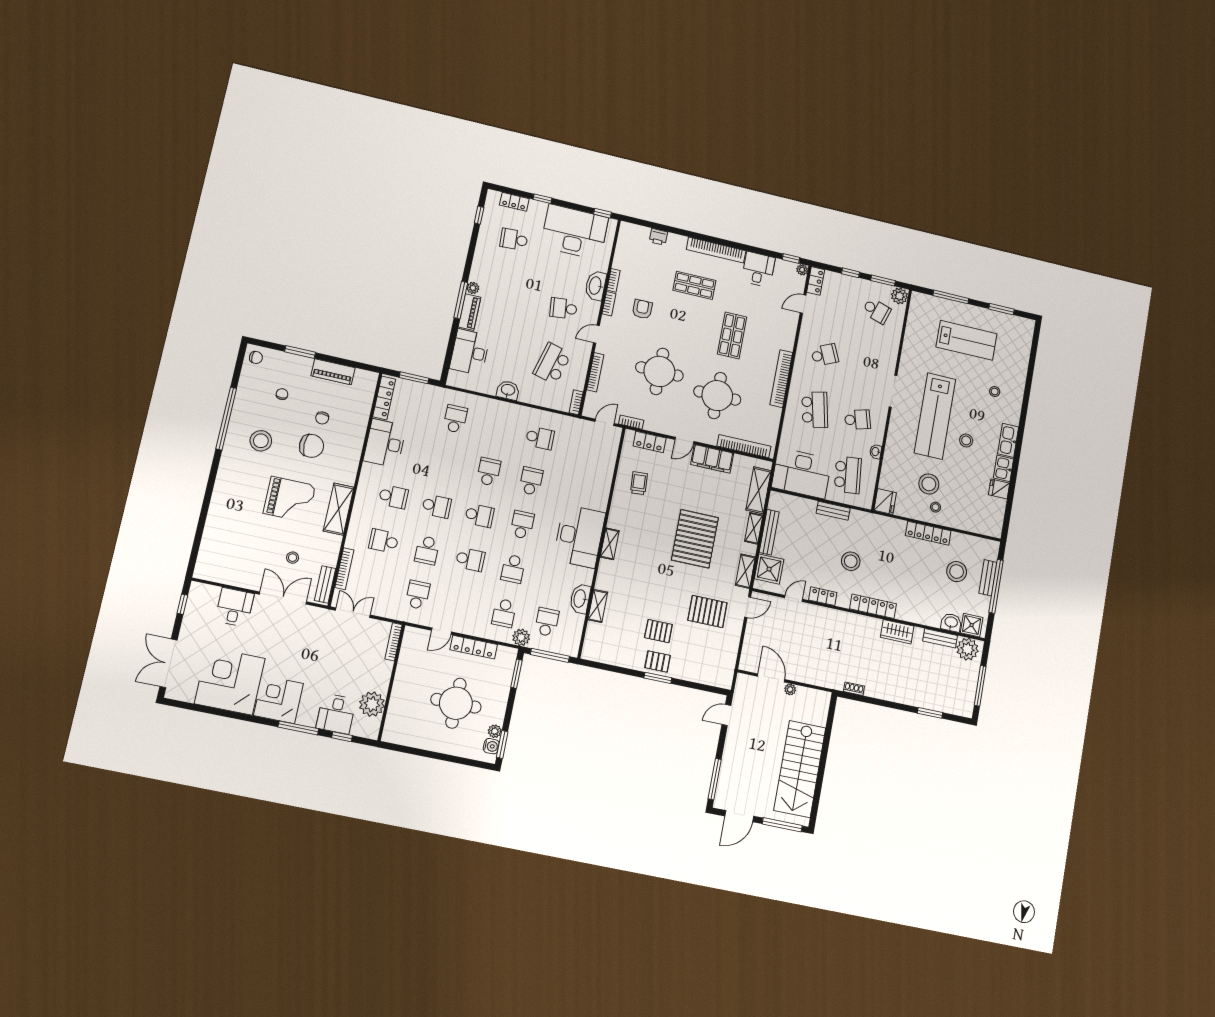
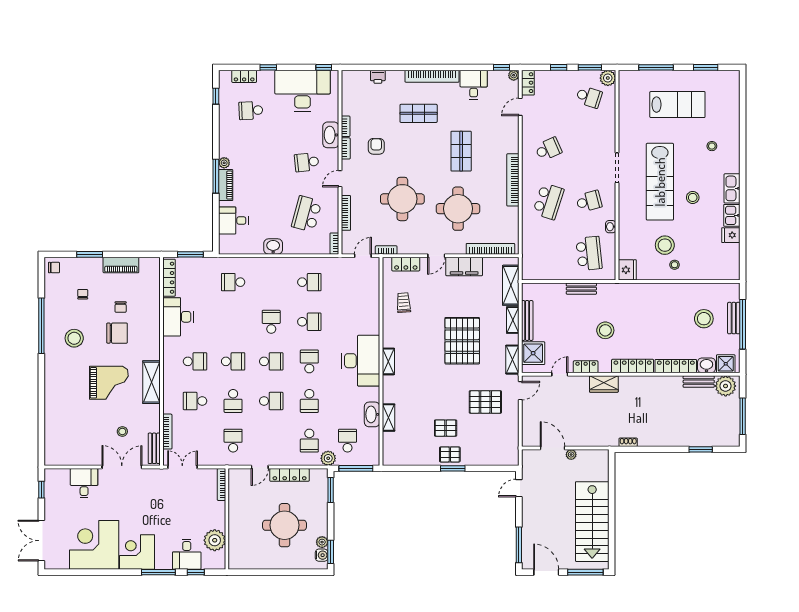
desk: (470, 352) -> (233, 220), width x0.73
school desk: (815, 410) -> (548, 201), turned 30
school desk: (455, 419) -> (233, 282), turned -90
desk: (802, 473) -> (547, 261), removed
school desk: (531, 481) -> (309, 322), turned 90
locker: (928, 533) -> (676, 366), moved, turned 180
wardrobe: (897, 632) -> (604, 384), moved
door: (739, 816) -> (546, 572), swing flipped

